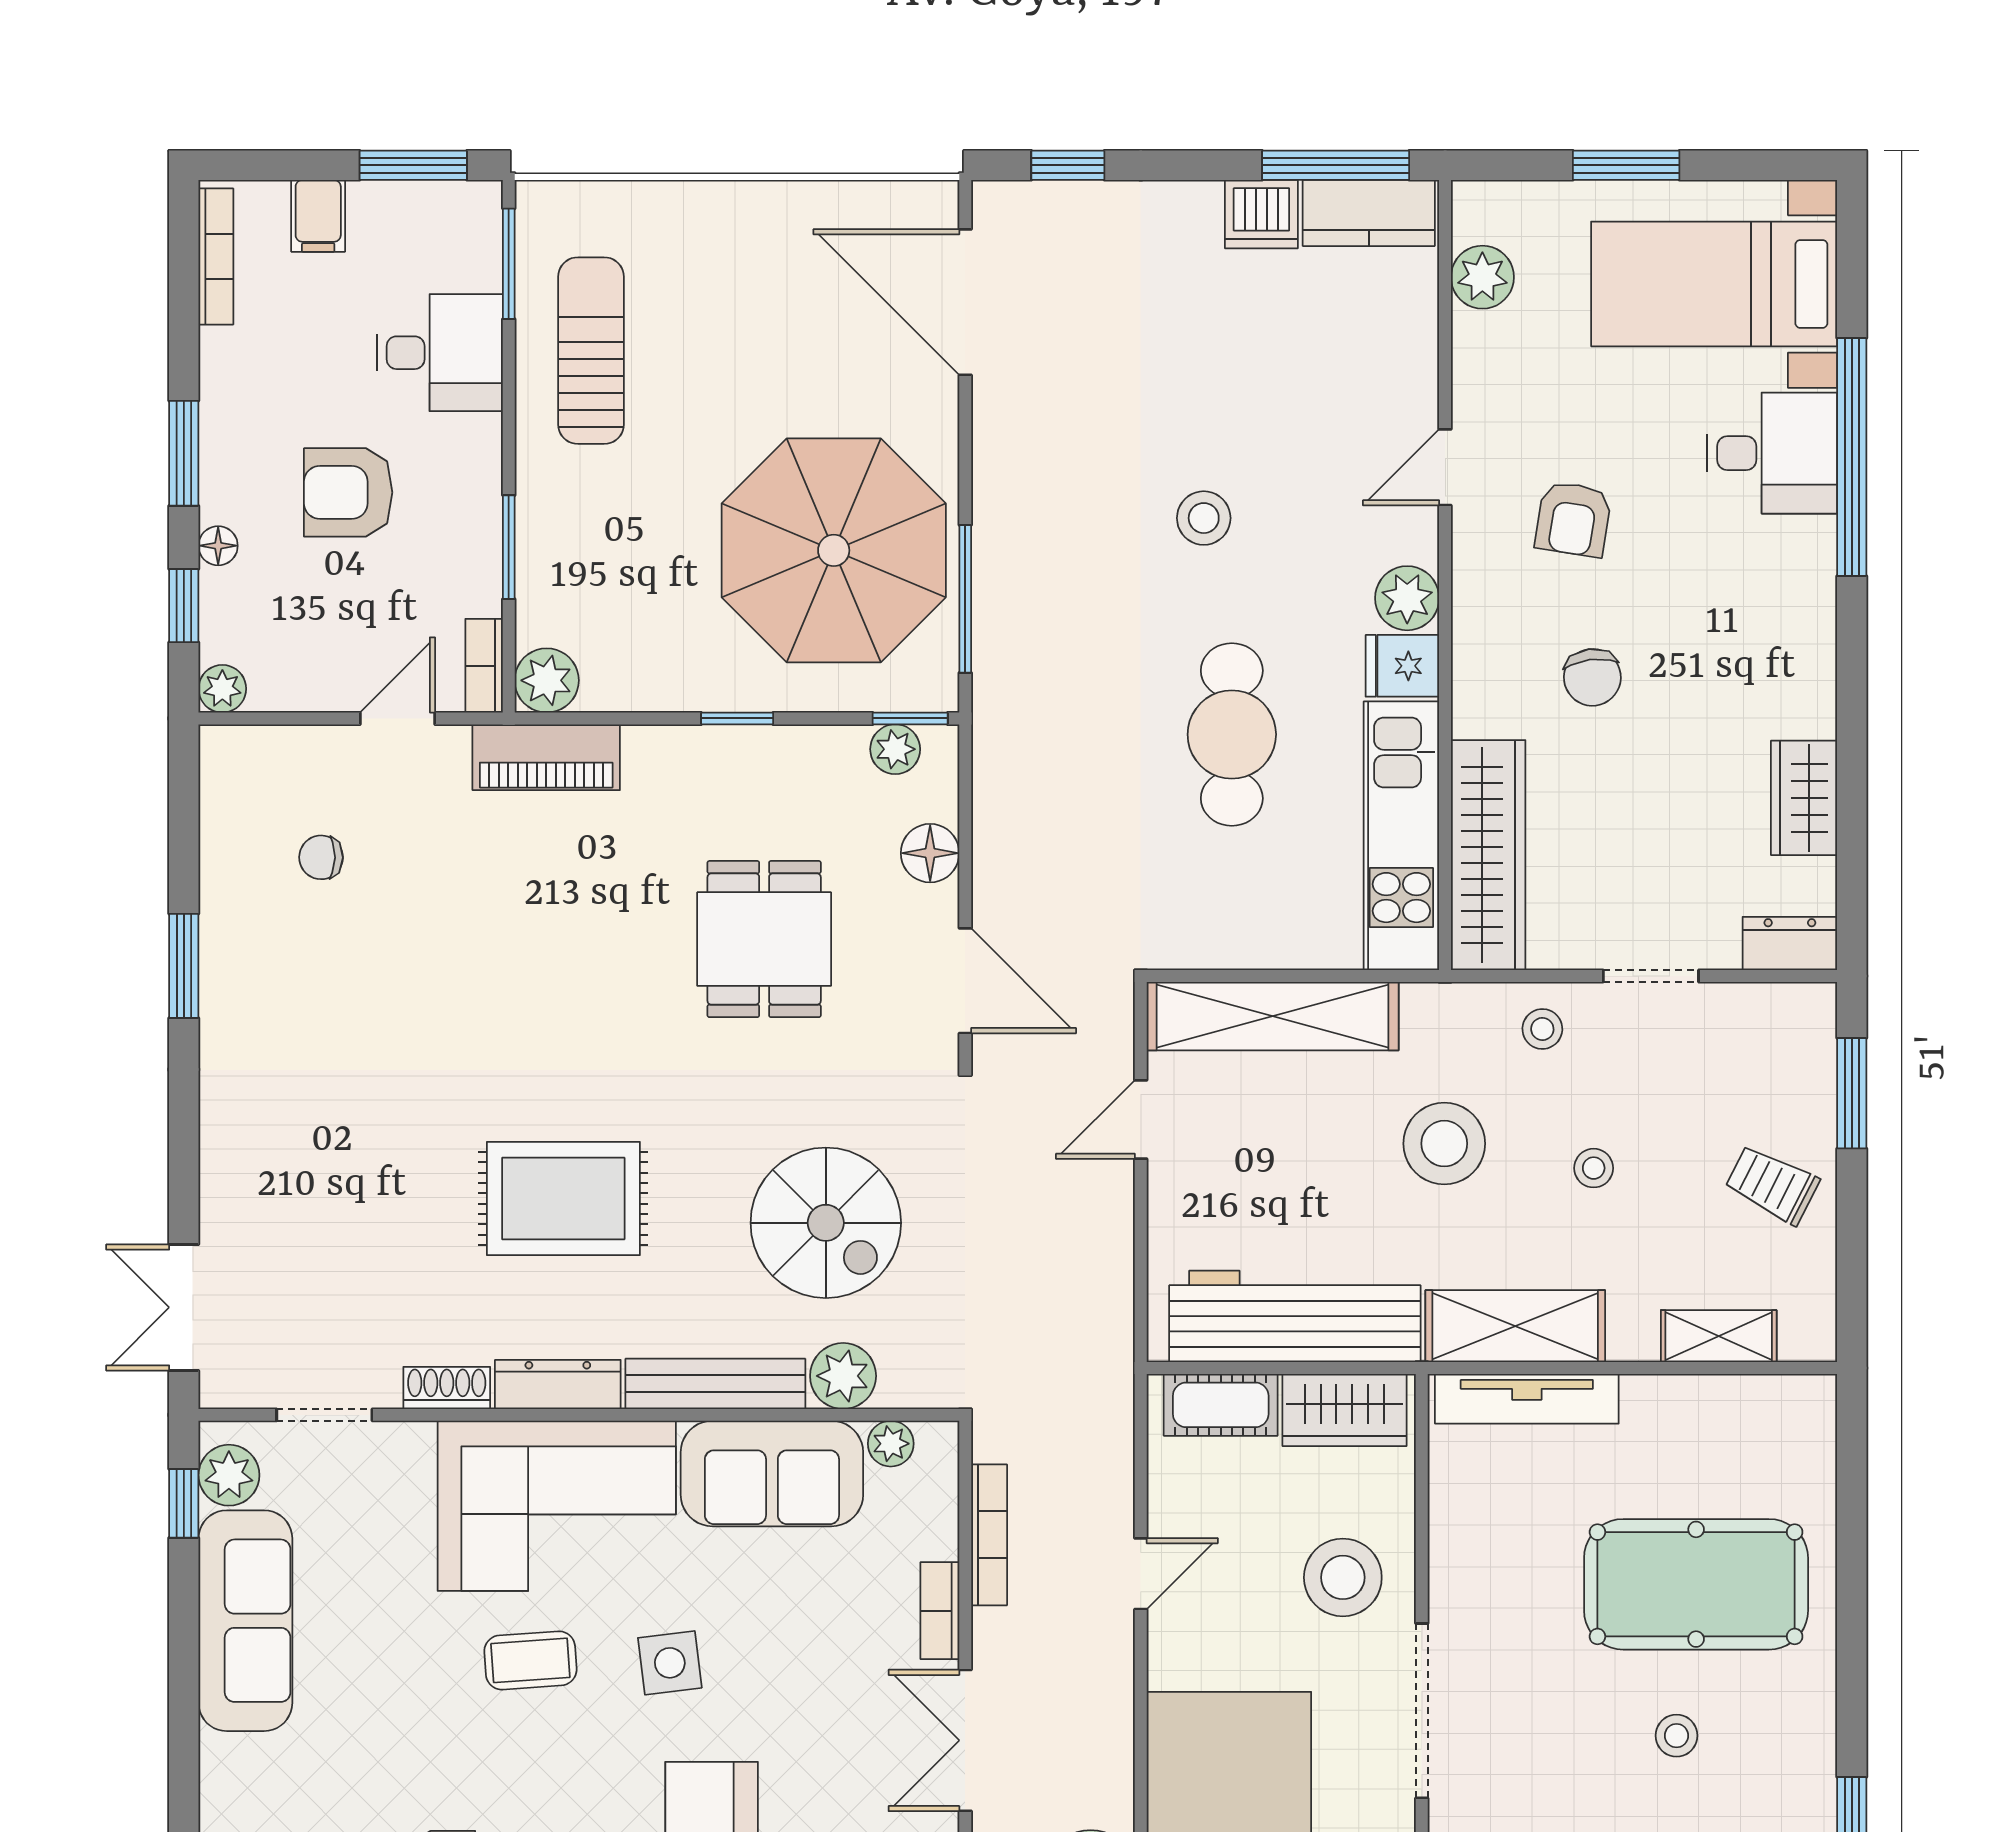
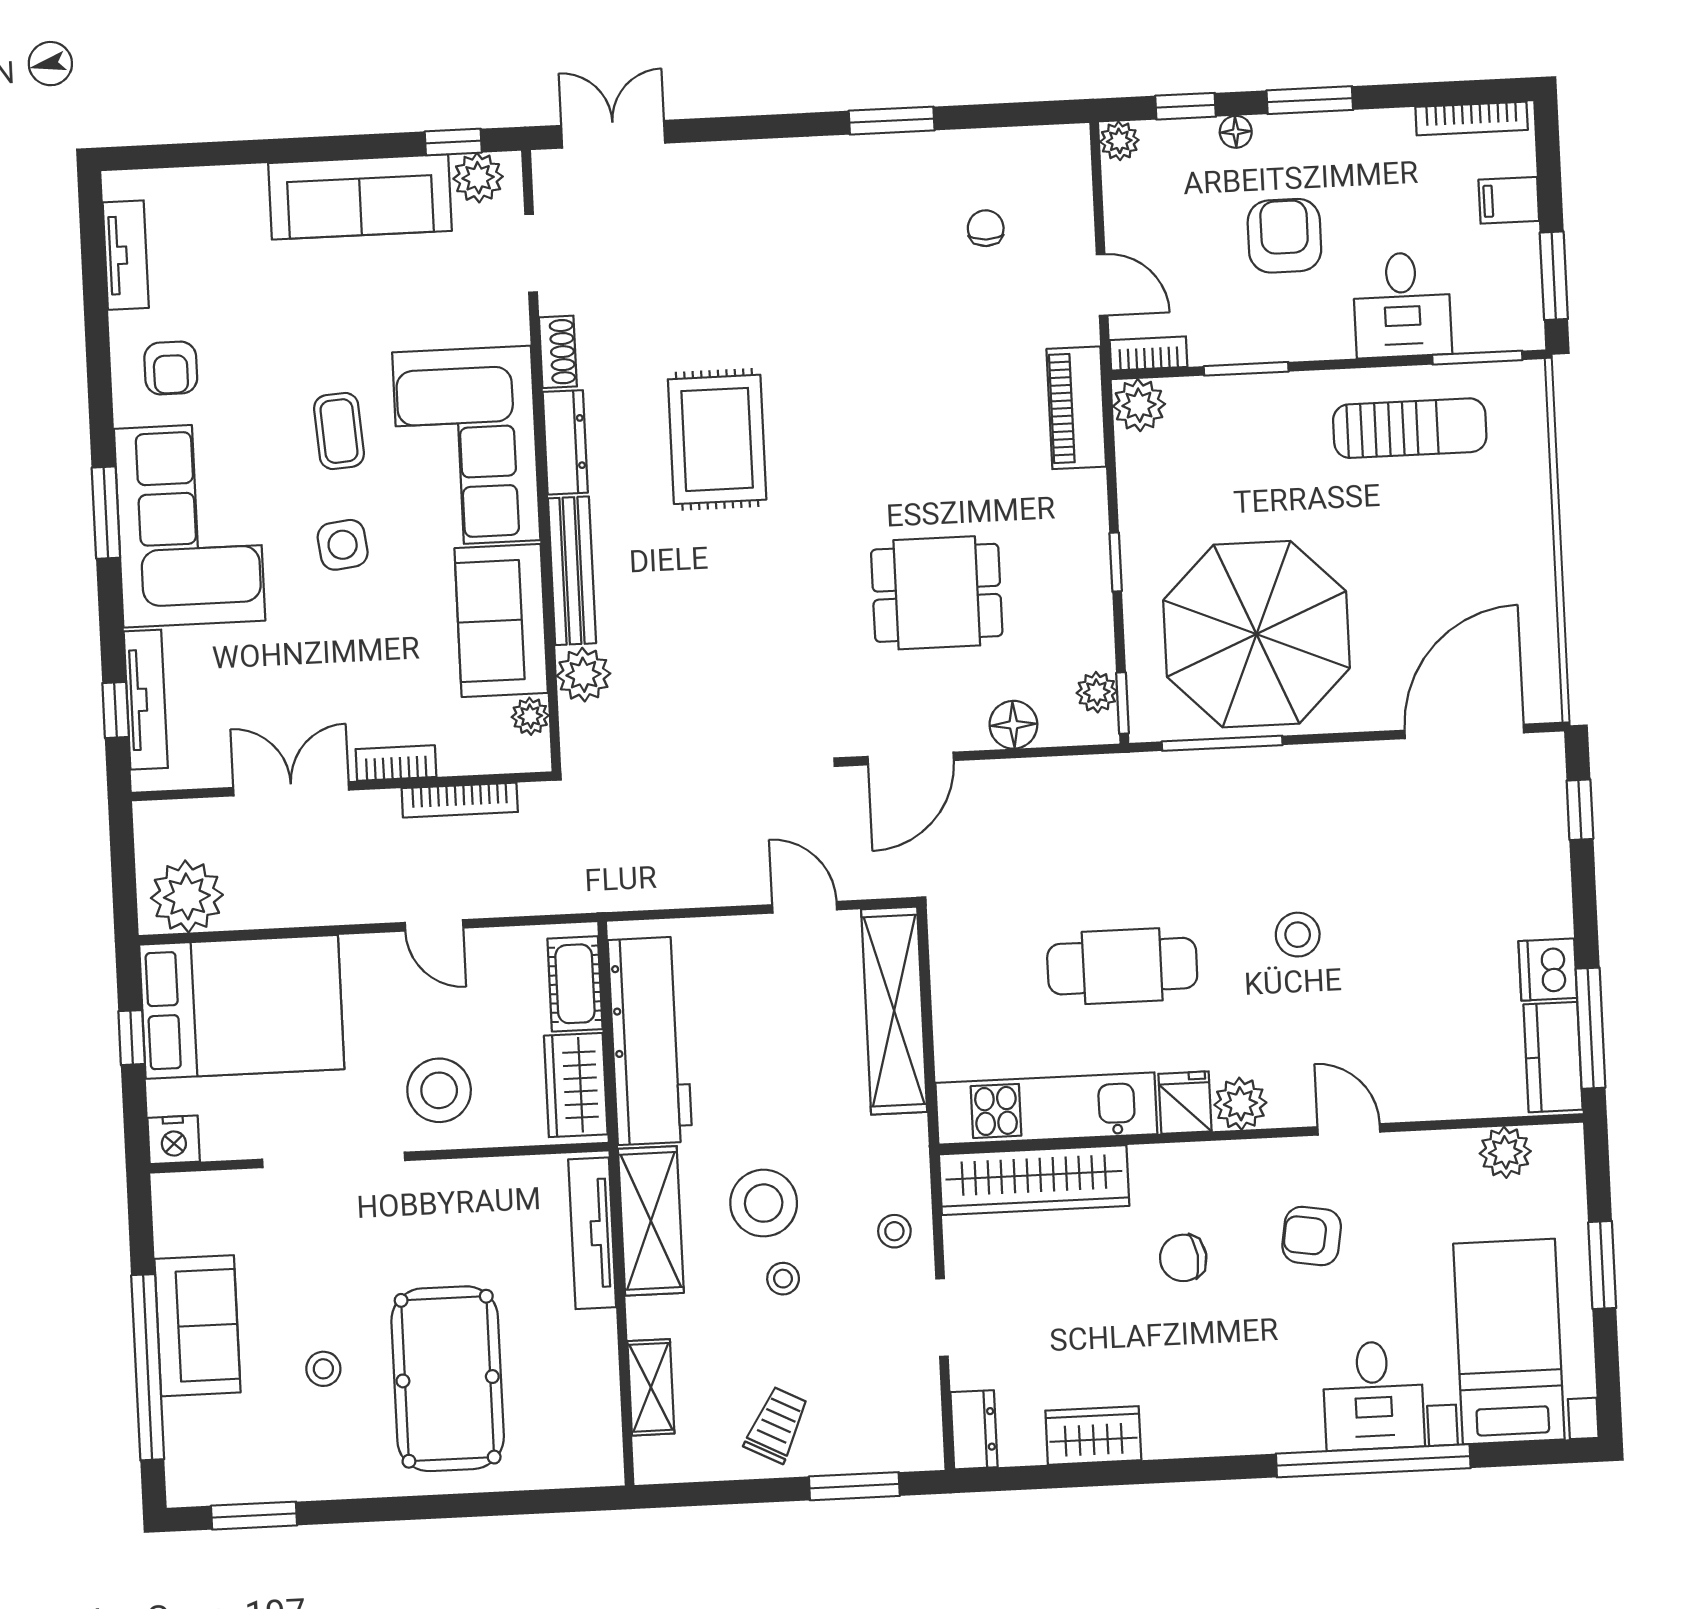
stool: (1444, 1144) -> (764, 1203), moved
spiral stairs: (826, 1223) -> (708, 654), removed

